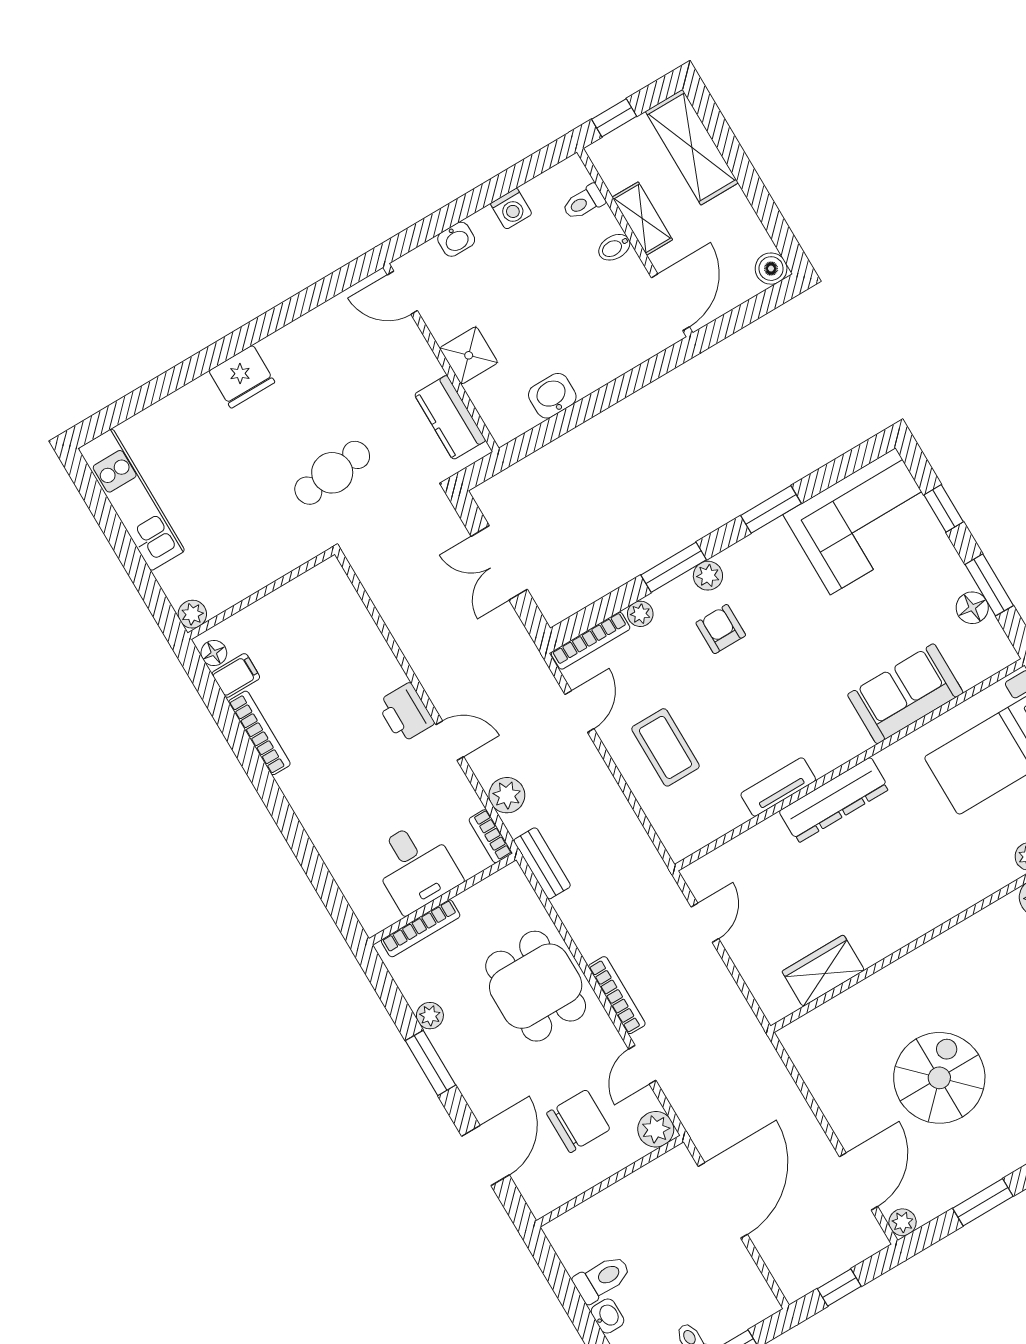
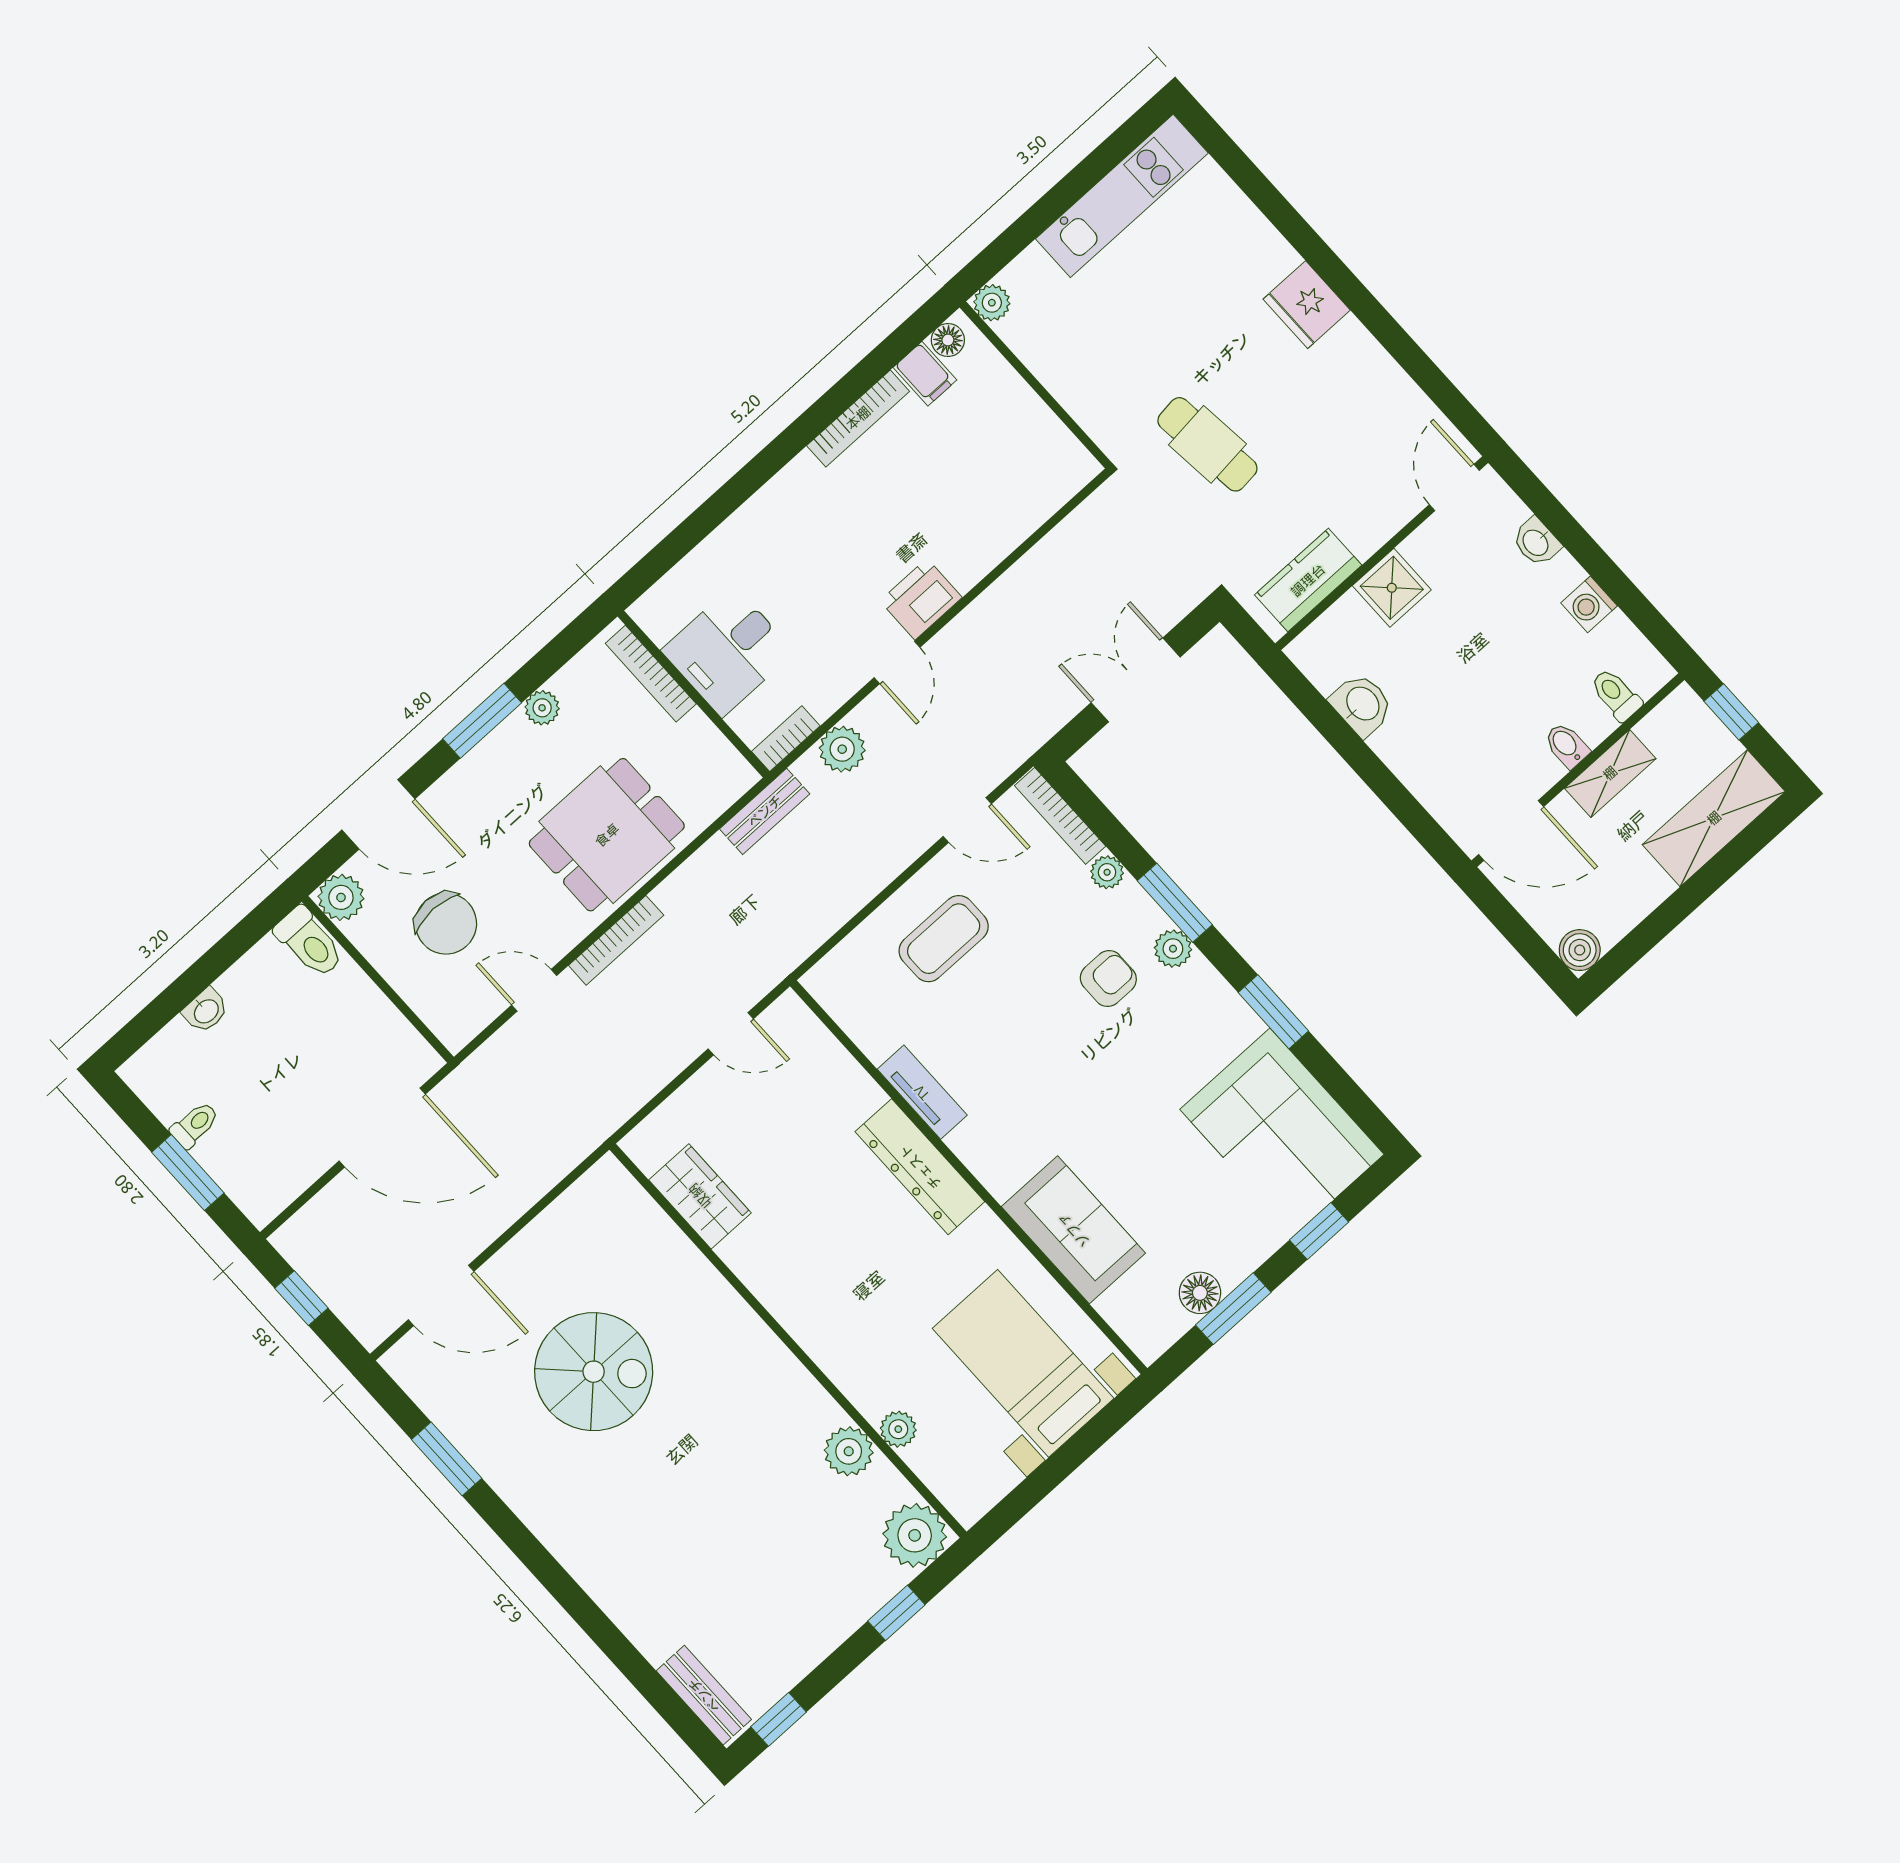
plant: (656, 1129) -> (341, 897), moved
plant: (903, 1222) -> (401, 1362), removed
toilet: (602, 1279) -> (309, 942), moved

